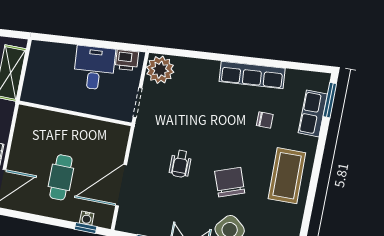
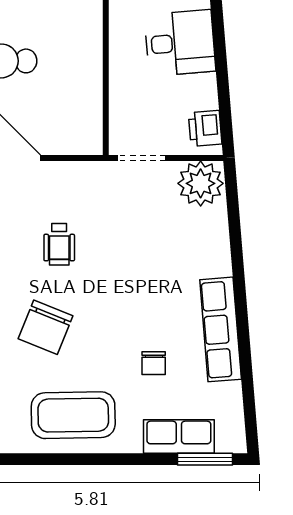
desk: (94, 68) -> (180, 43), moved
wheelchair: (180, 164) -> (59, 244), turned -90
chair: (230, 182) -> (45, 327), turned 132

